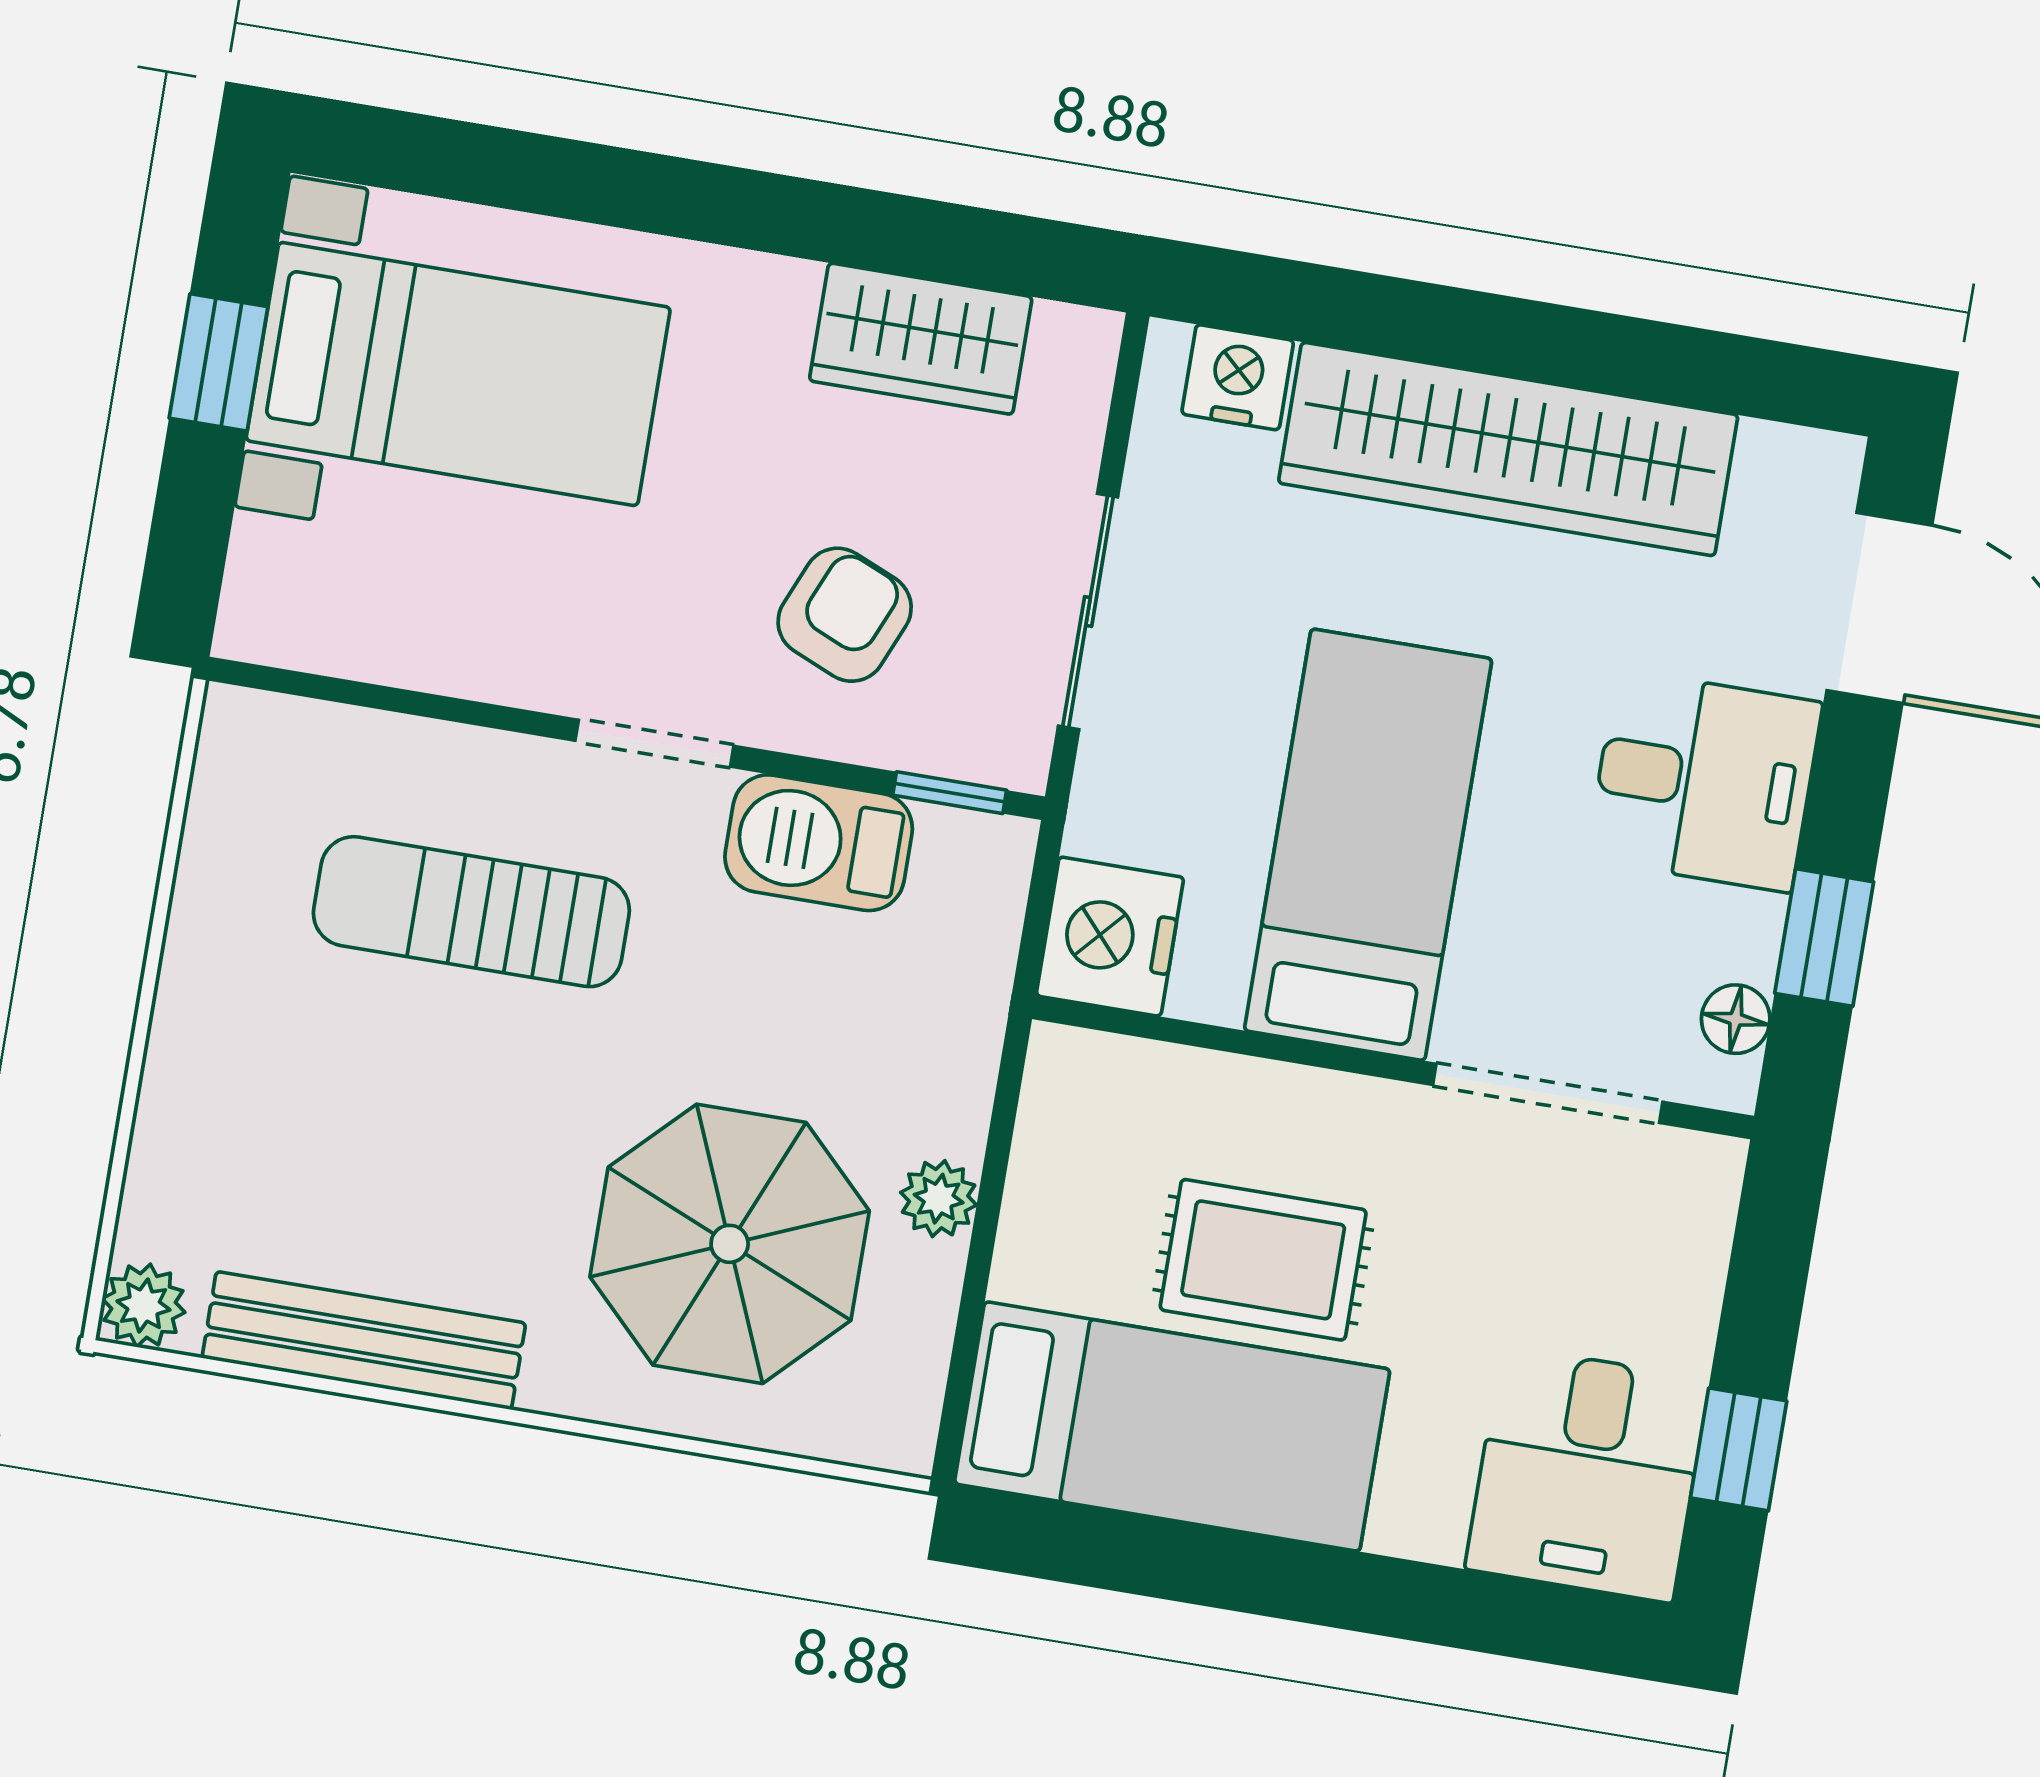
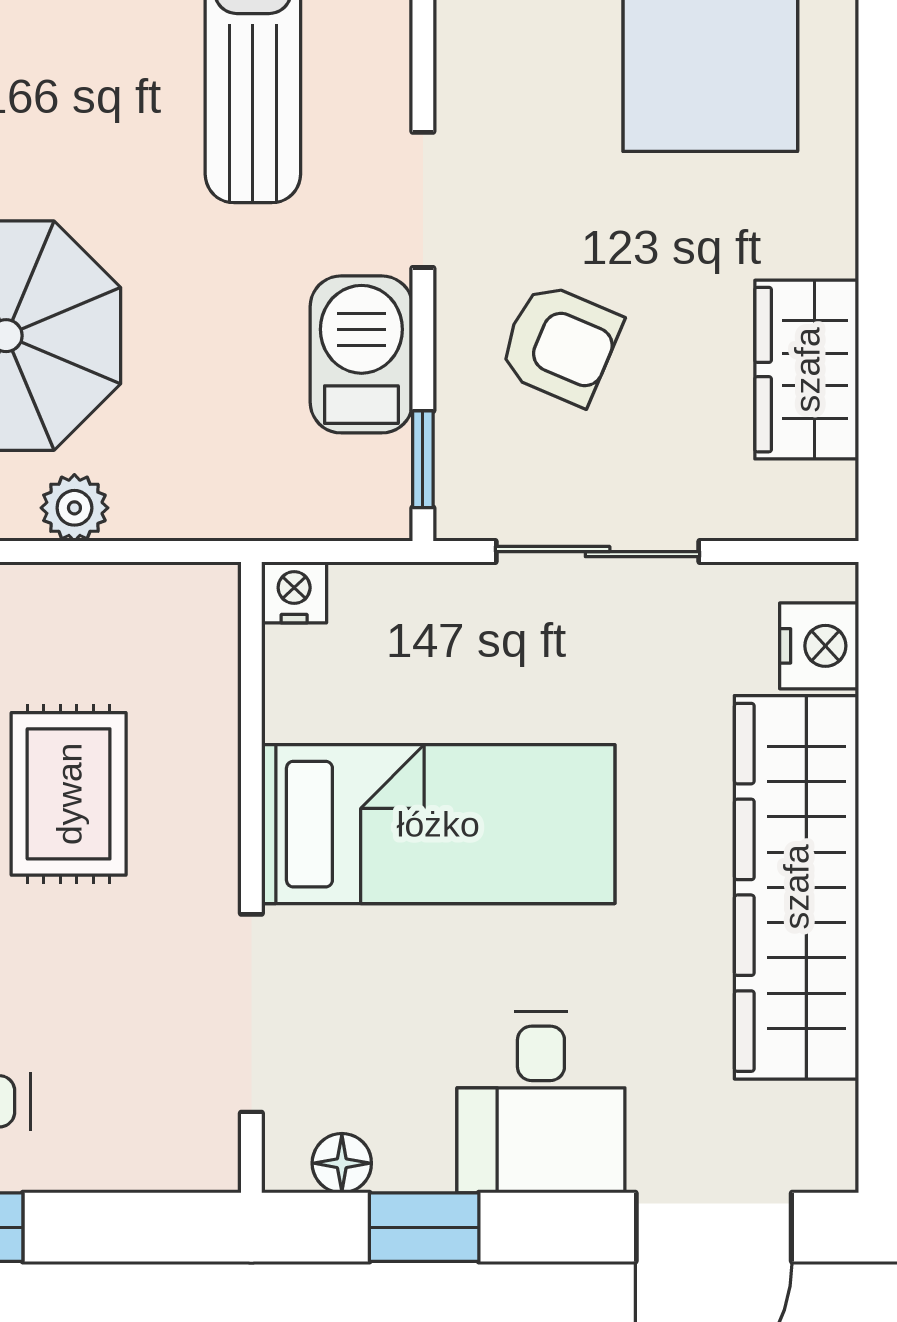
nightstand: (1110, 937) -> (294, 592), width x0.53, depth x0.56

